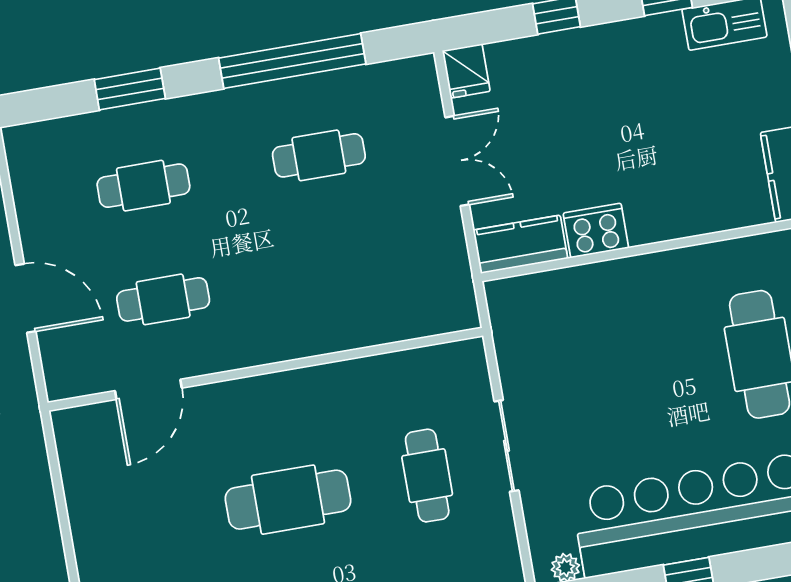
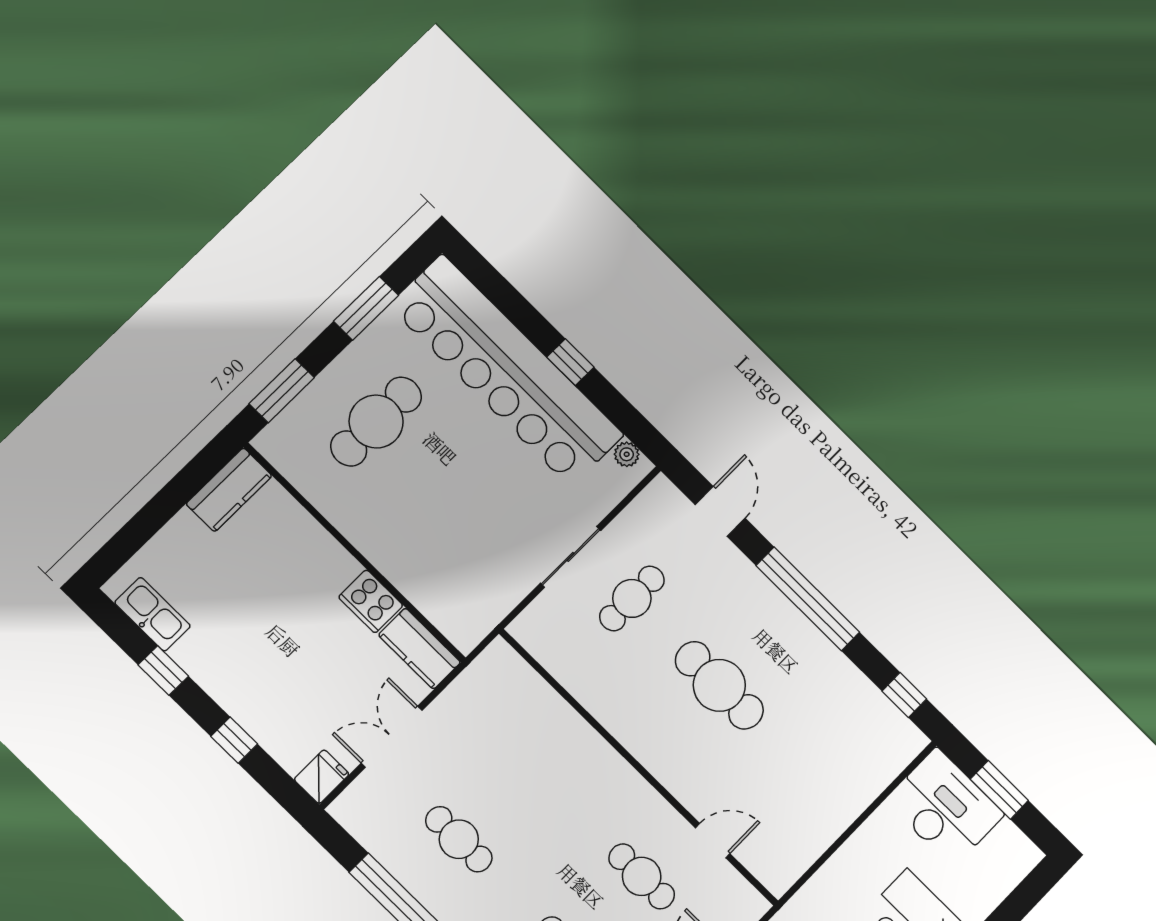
door: (148, 389) -> (713, 841), width x0.73

